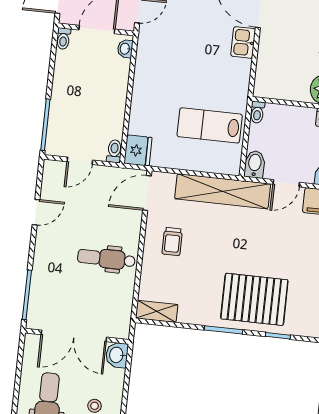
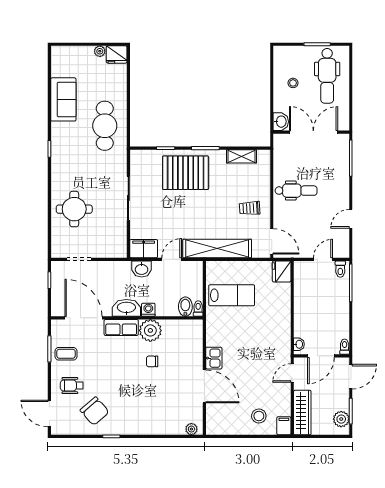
toilet: (114, 151) -> (340, 269), moved
bidet: (255, 164) -> (185, 307), moved, turned 180
door: (147, 193) -> (272, 241), hinge flipped
trolley: (172, 242) -> (250, 208), turned -93
shelving: (157, 311) -> (242, 156), moved

